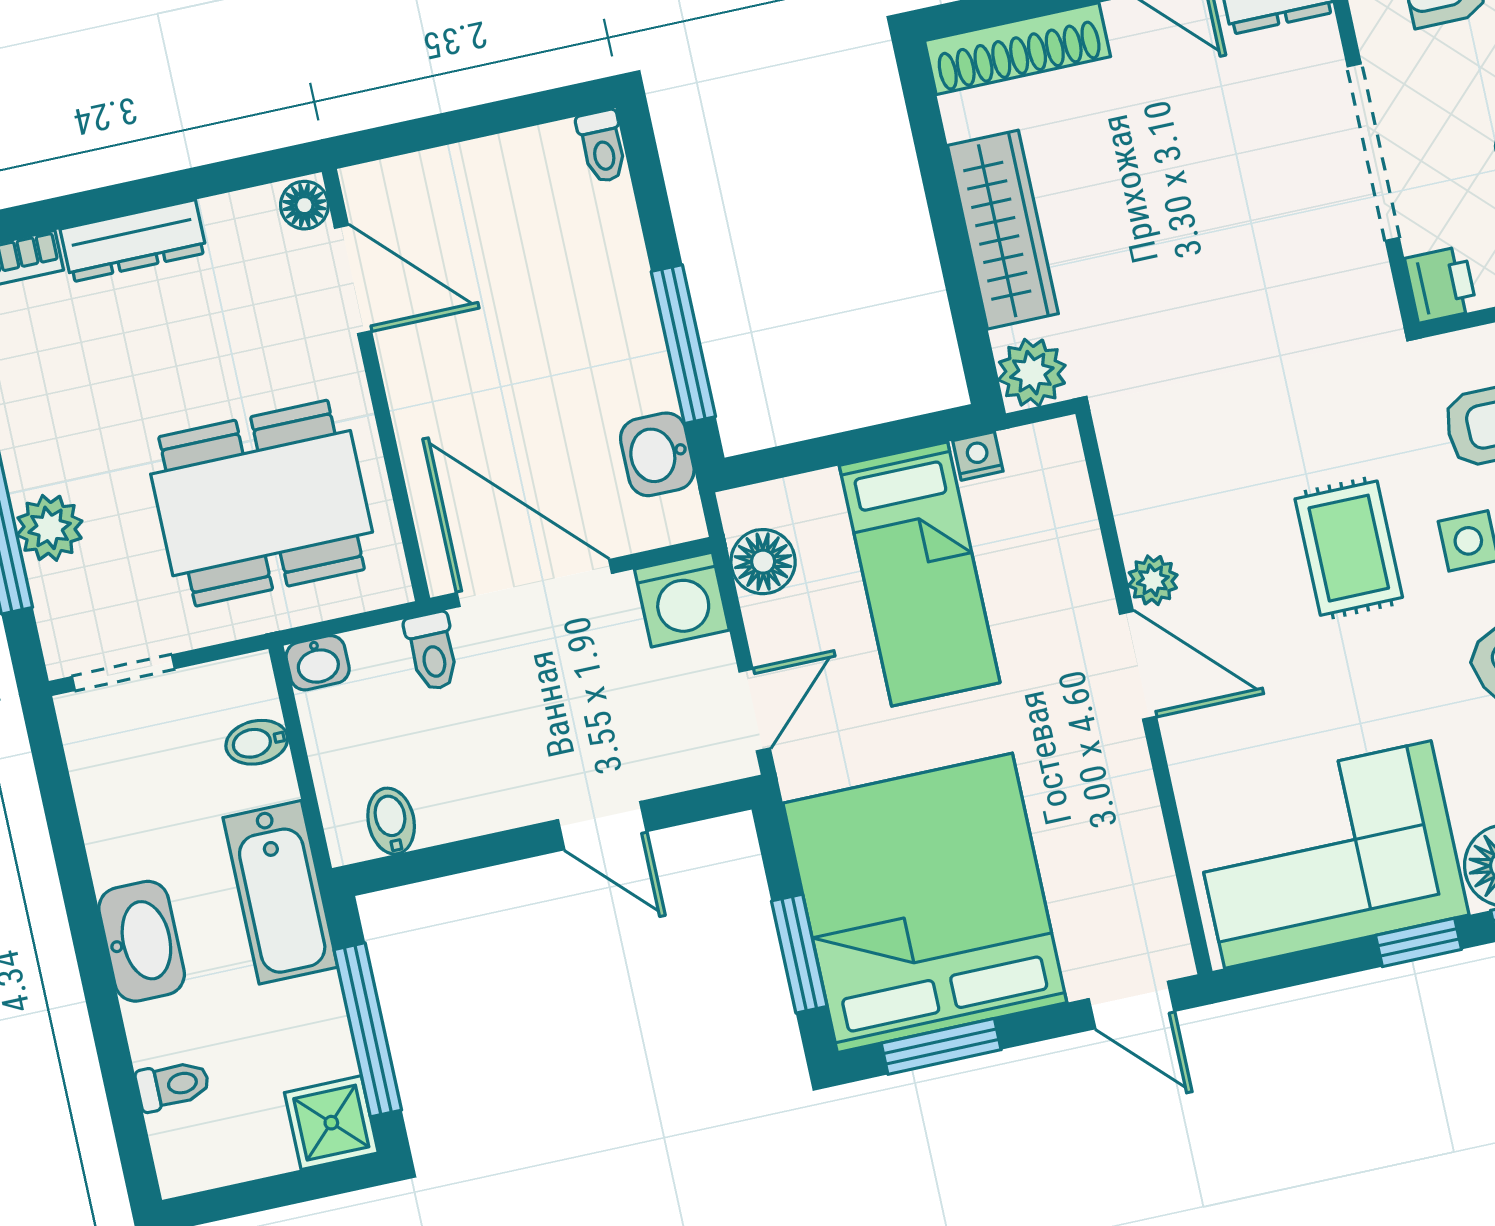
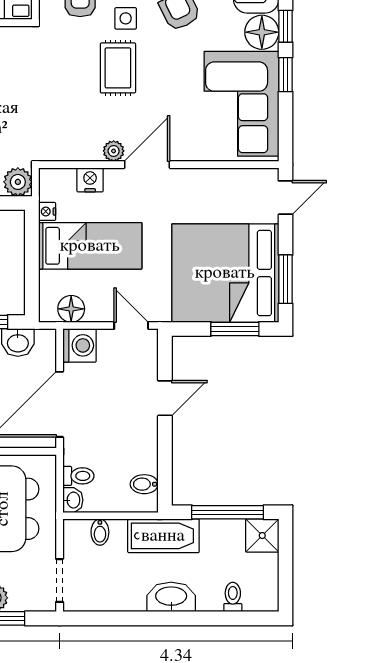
nightstand: (1073, 540) -> (90, 180), added
rug: (1349, 548) -> (118, 68), turned 90
toilet: (432, 651) -> (78, 476), moved

